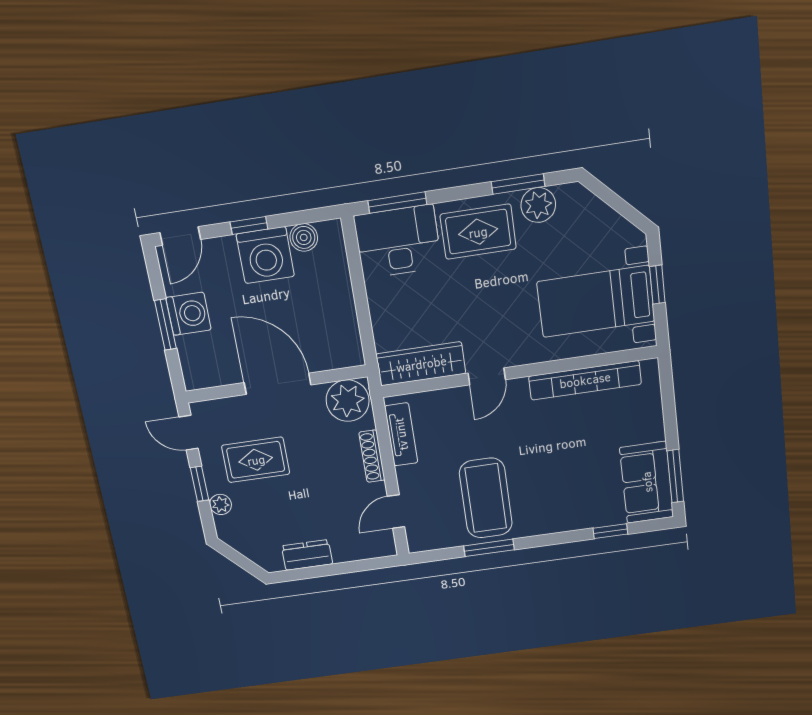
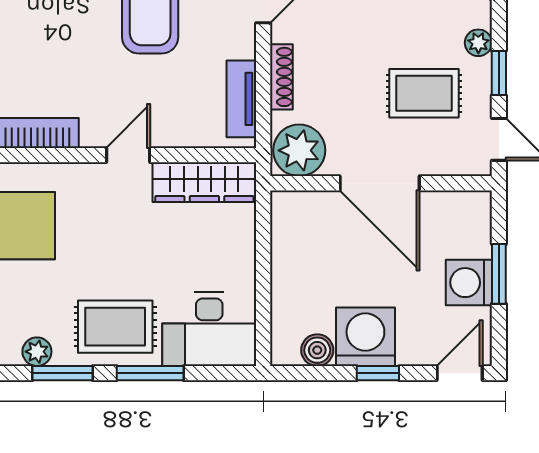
window: (397, 203) -> (150, 373), moved
plant: (538, 205) -> (37, 352), width x0.73, depth x0.73

